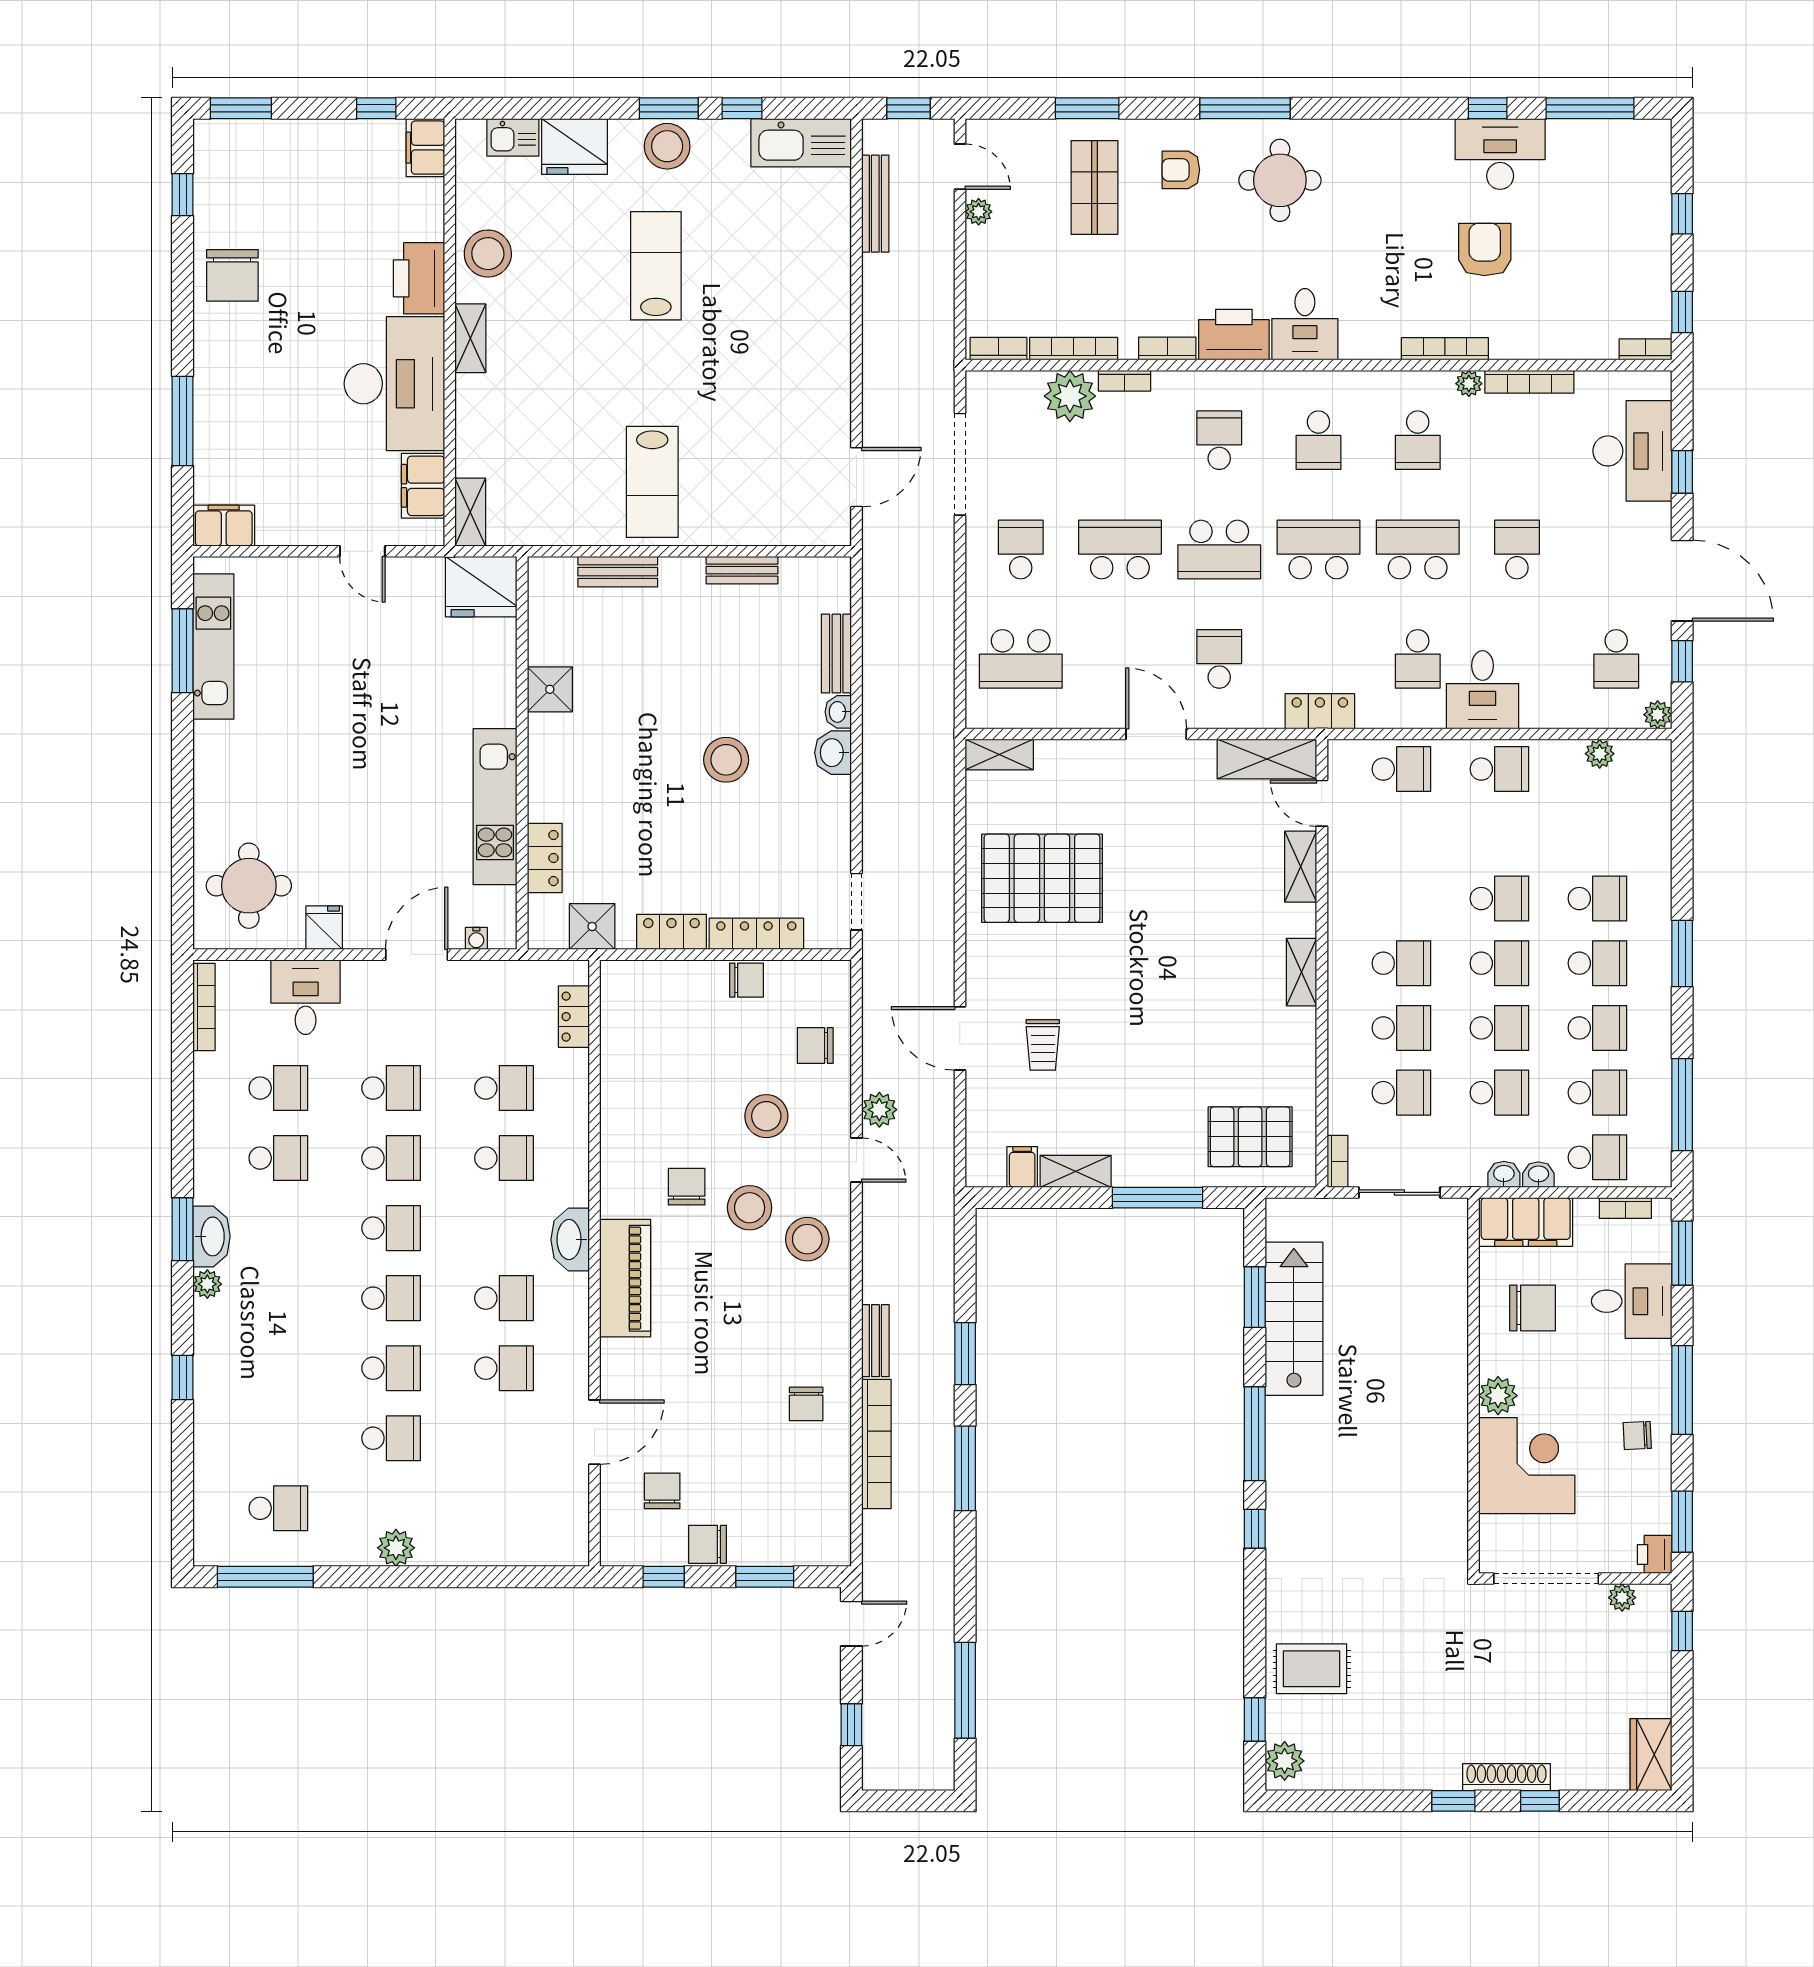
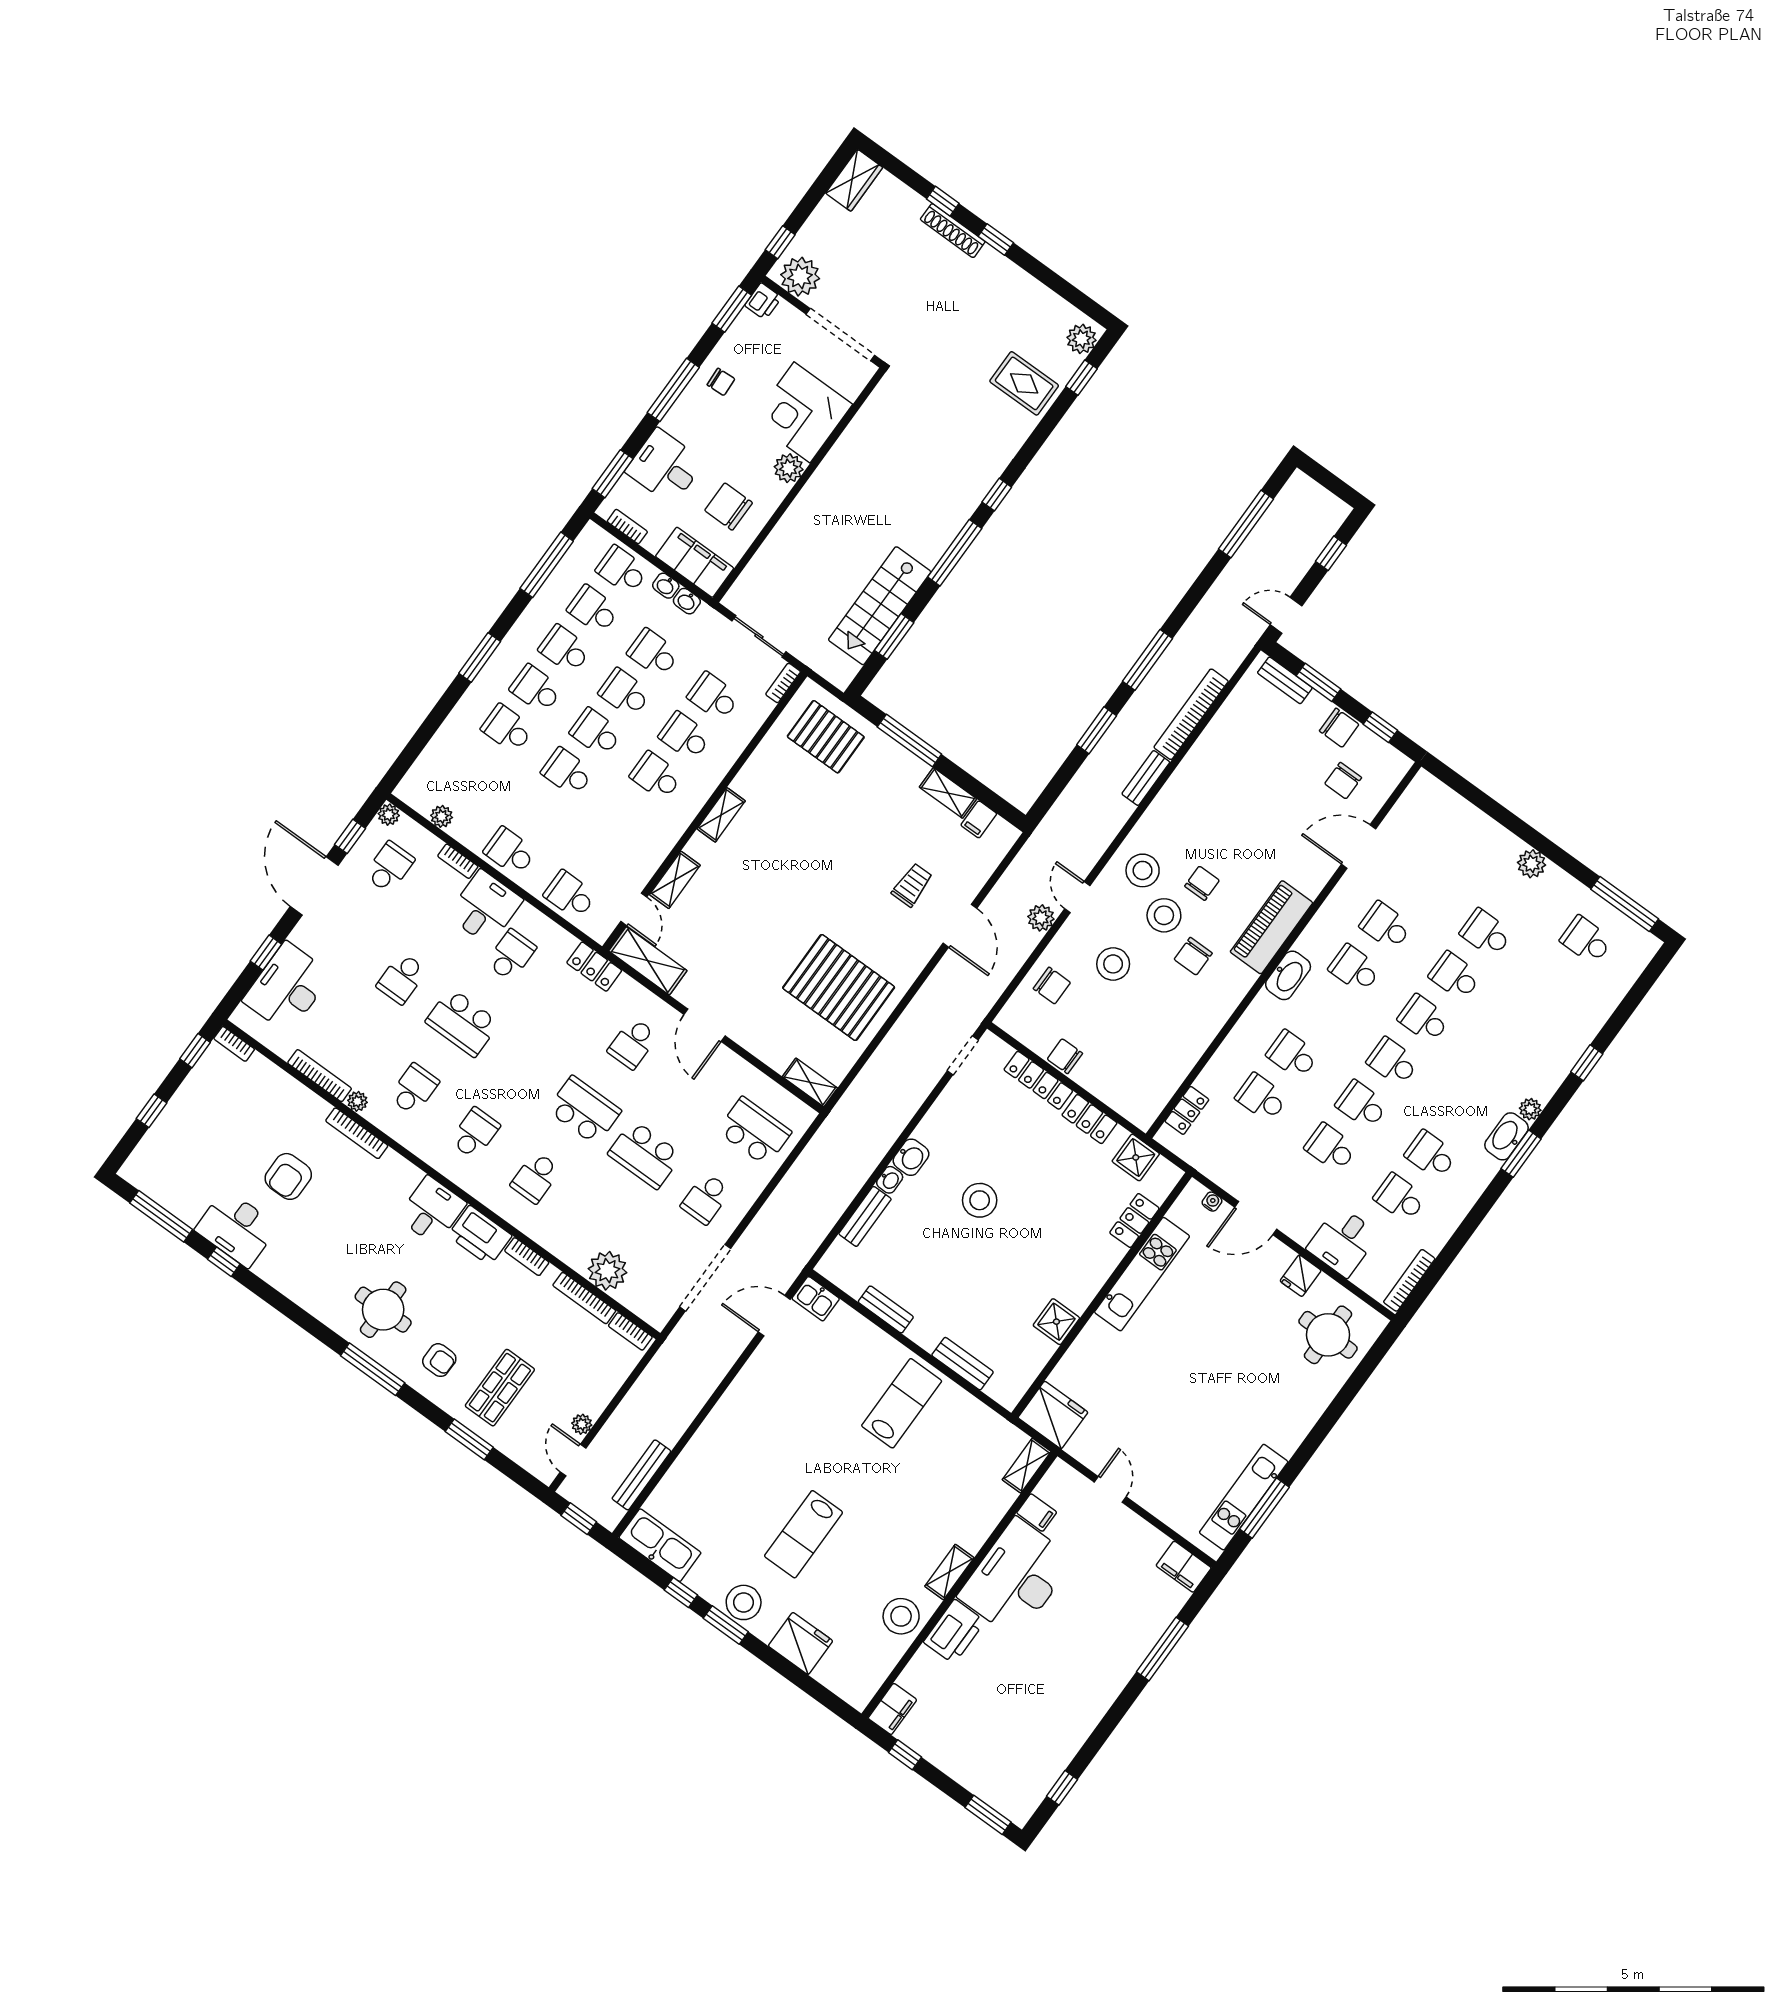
kitchen sink: (513, 137) -> (816, 1299), moved, turned 180
chair: (232, 275) -> (1067, 1716), removed
bookcase: (1125, 381) -> (458, 861), moved, turned 180
filing cabinet: (423, 486) -> (1037, 1513), width x0.50
school desk: (1318, 550) -> (523, 1066), removed
chair: (806, 1404) -> (1202, 883), moved
bench: (802, 1553) -> (1285, 680), added
plant: (1622, 1598) -> (800, 277), width x1.87, depth x1.87

